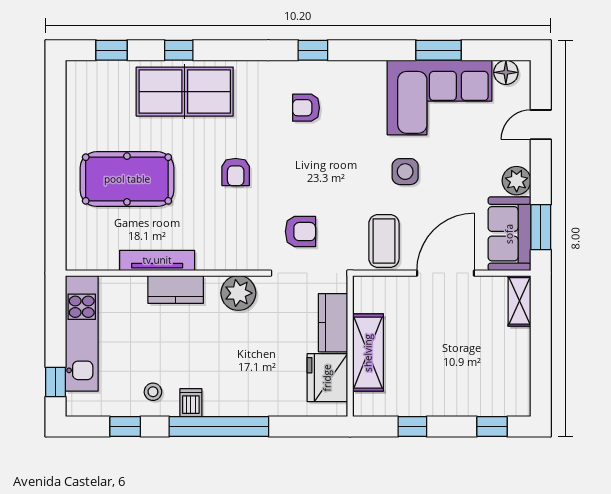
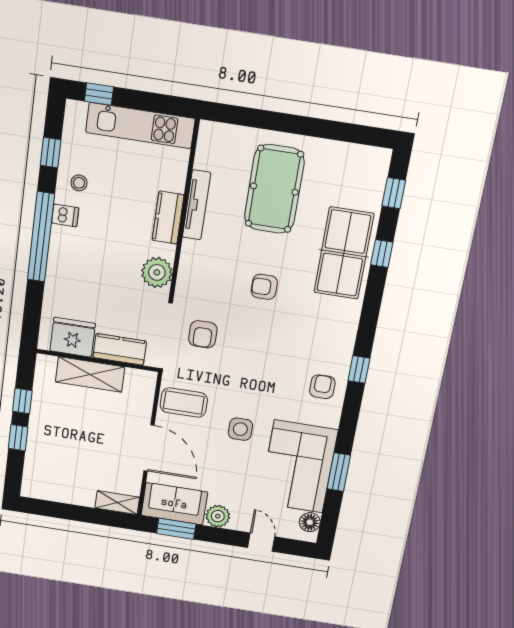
armchair: (306, 108) -> (322, 387), moved
window: (492, 427) -> (18, 438), moved

